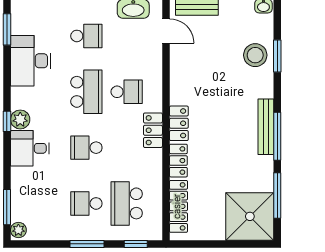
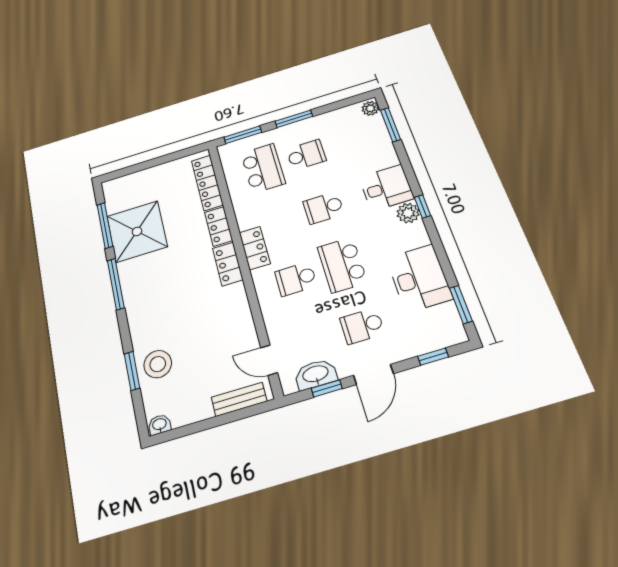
bench: (266, 127) -> (130, 290), removed
school desk: (86, 148) -> (324, 208), turned 180
shower: (250, 216) -> (137, 231), moved
window: (136, 244) -> (243, 135), width x1.50

